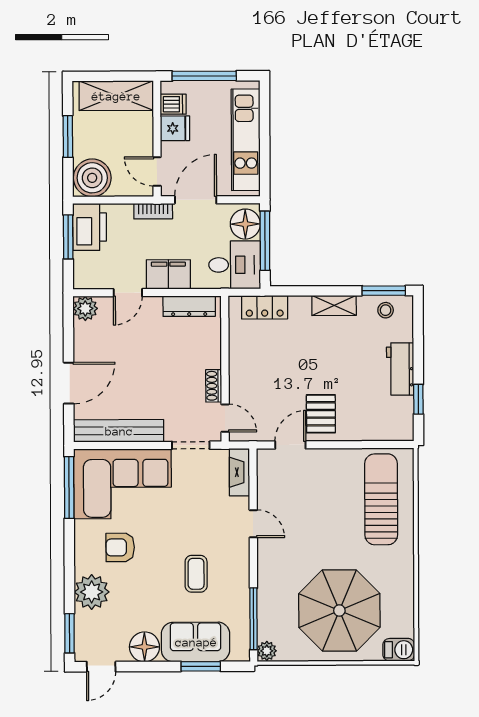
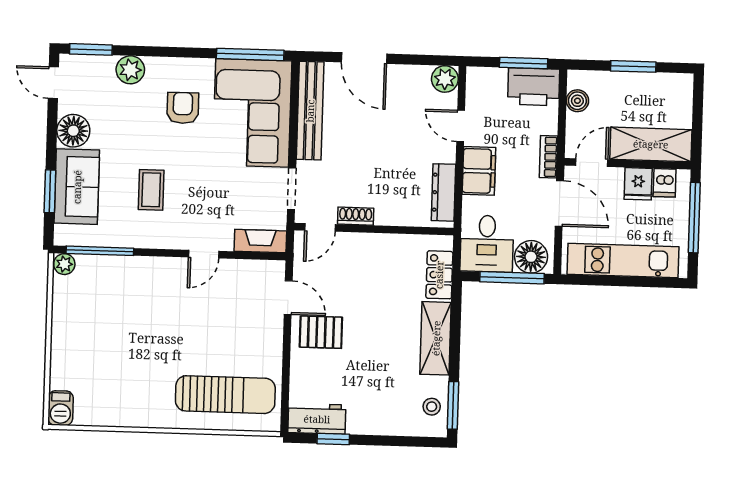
shelving: (116, 96) -> (651, 144), moved, turned 90
boiler: (92, 178) -> (577, 101), width x0.54, depth x0.54
shelving: (334, 305) -> (436, 338), width x1.50, depth x1.33
workbench: (400, 369) -> (317, 419), moved
coffee table: (196, 574) -> (151, 190), turned 90
plant: (92, 592) -> (130, 70), width x0.73, depth x0.73
parasol: (339, 610) -> (106, 345), removed

